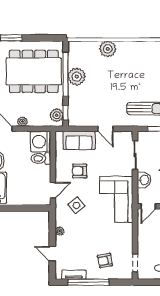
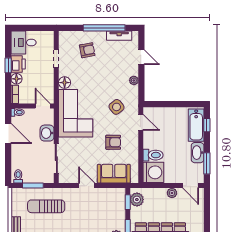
door: (53, 190) -> (141, 122), swing flipped
door: (148, 206) -> (43, 106), hinge flipped
floor lamp: (127, 229) -> (65, 83), added
doorway: (135, 263) -> (56, 59), moved

